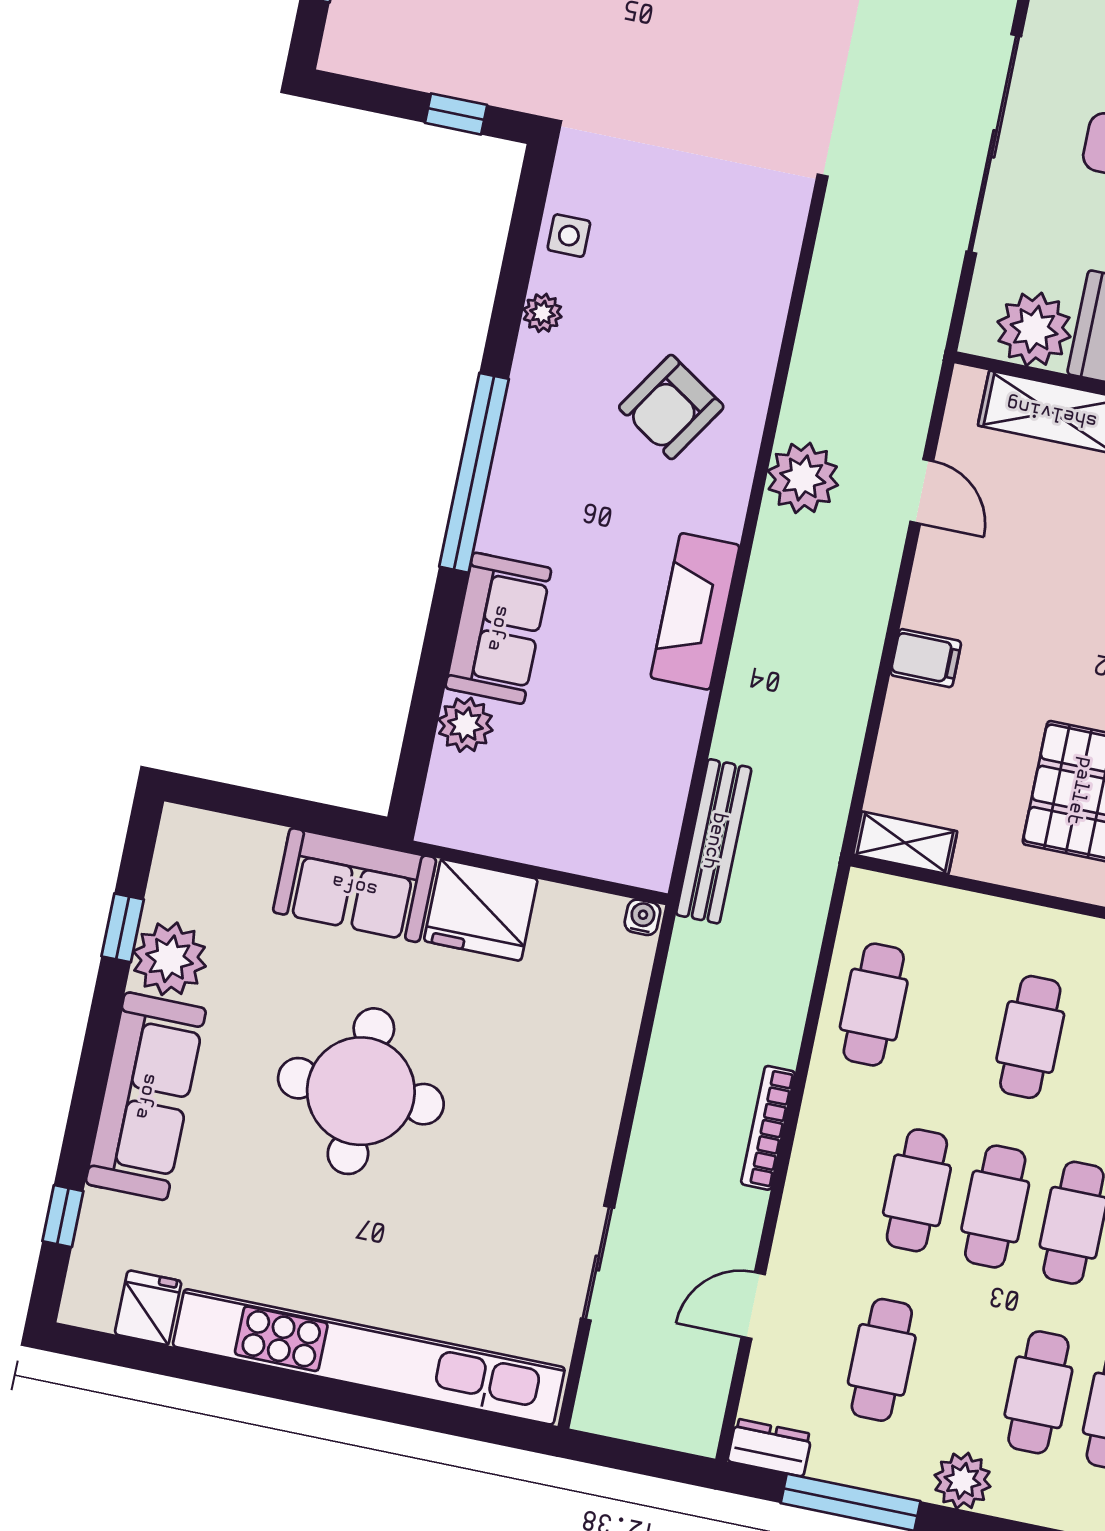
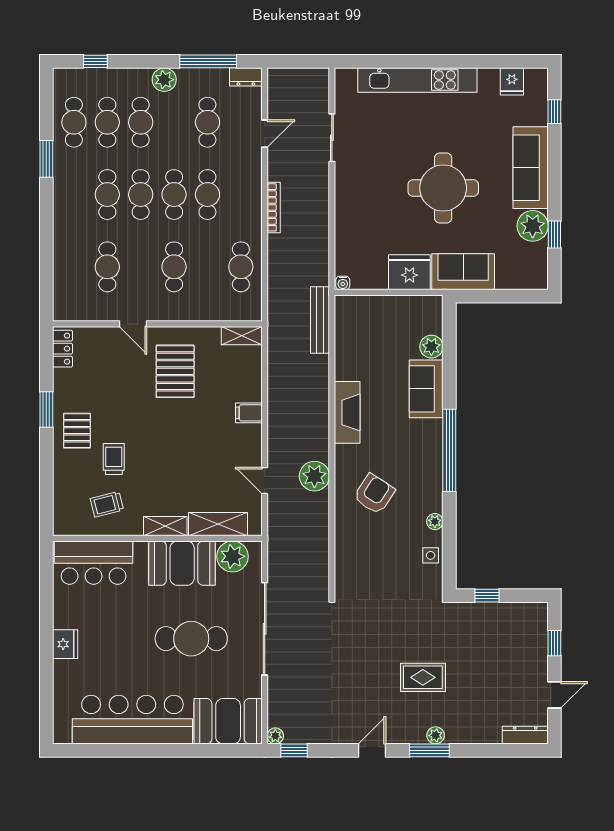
kitchen unit: (369, 1357) -> (417, 80), width x0.73

